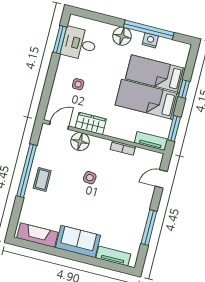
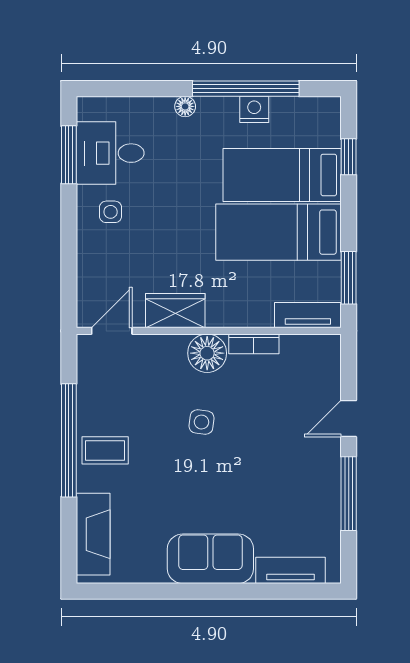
floor lamp: (122, 36) -> (185, 106), width x0.53, depth x0.53
side table: (78, 84) -> (111, 212), moved
window: (184, 89) -> (349, 157), moved
floor lamp: (80, 142) -> (207, 353), moved
door: (161, 179) -> (349, 419), moved
coffee table: (42, 180) -> (105, 450), turned 90
fireplace: (37, 235) -> (93, 534), moved, turned 90

